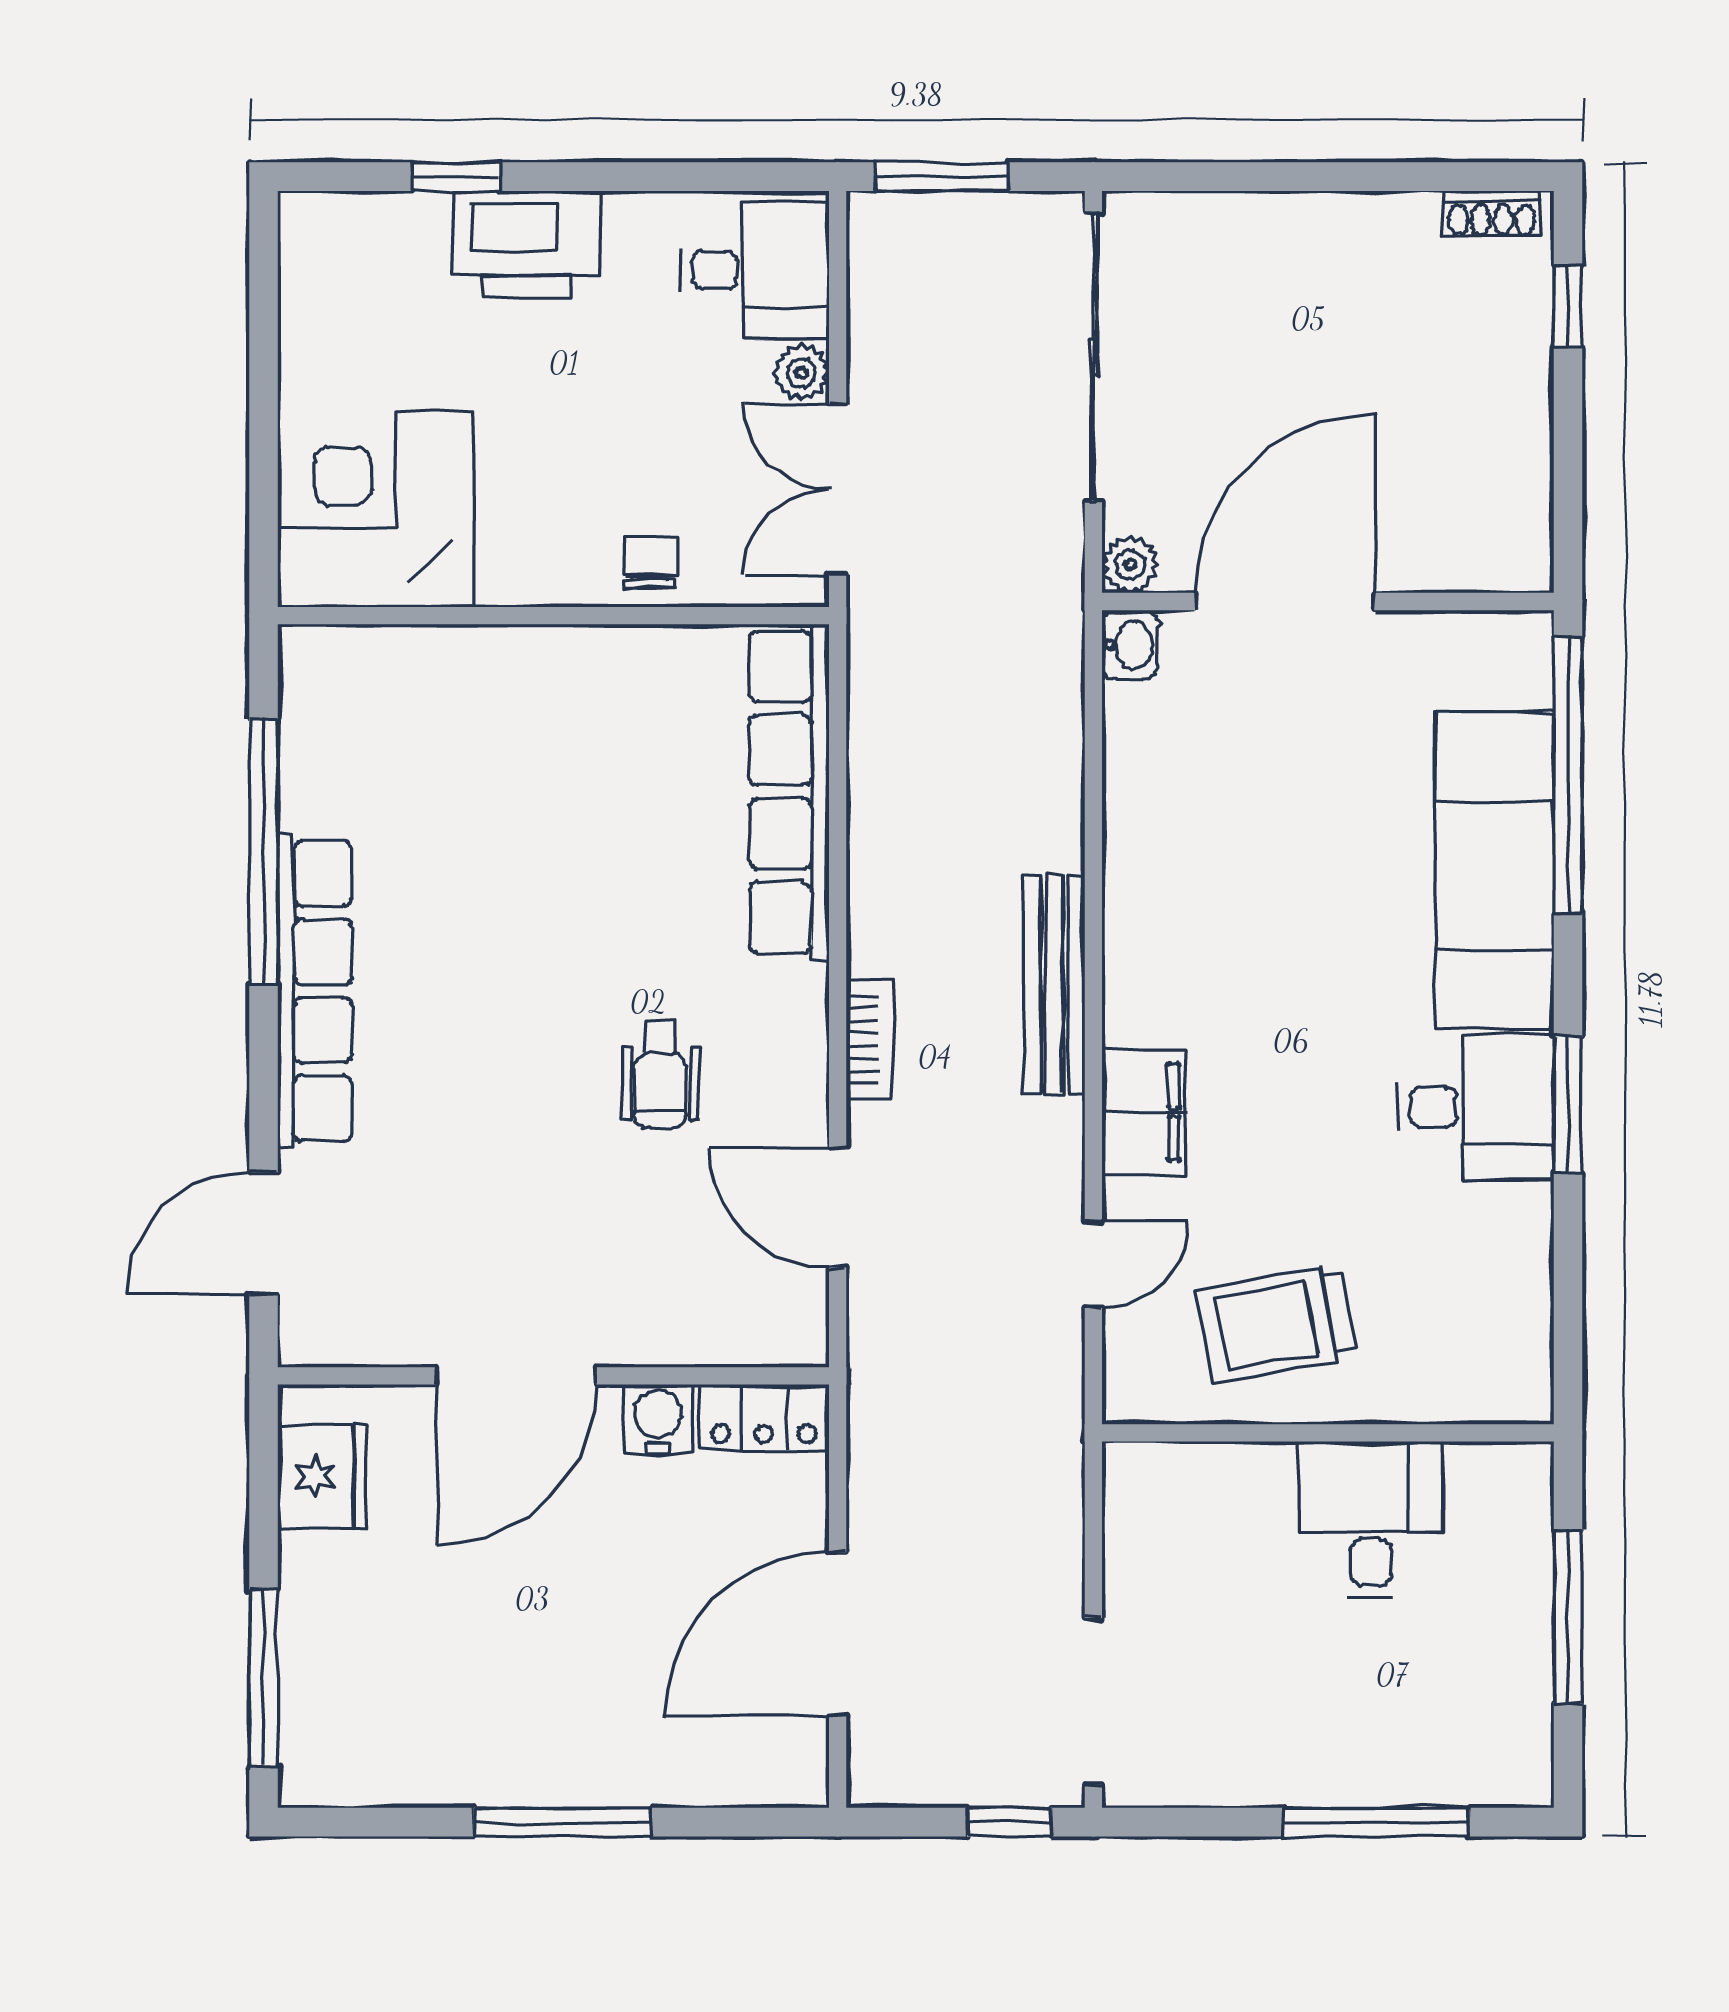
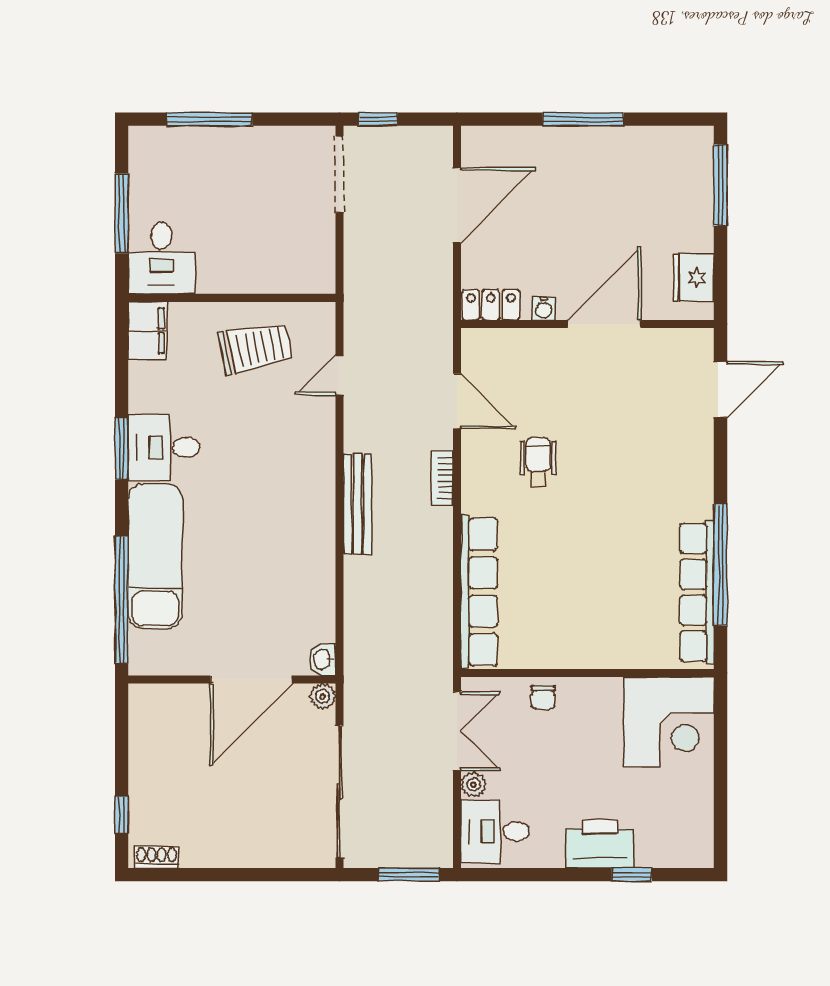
row of seats: (315, 991) -> (697, 592), moved
filing cabinet: (1144, 1112) -> (147, 331), moved, turned 180
water cooler: (658, 1419) -> (544, 309), width x0.72, depth x0.72
desk: (1371, 1520) -> (161, 258), moved

